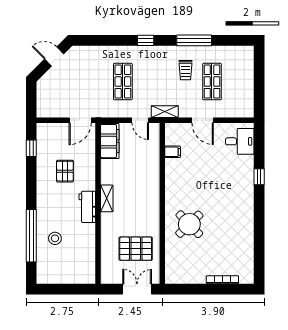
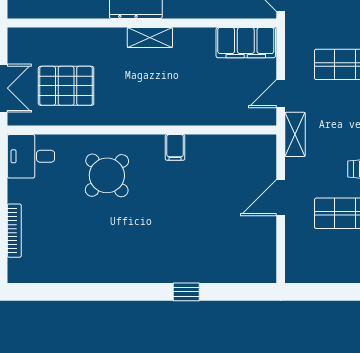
desk: (240, 141) -> (31, 156), moved, turned 90
filing cabinet: (173, 152) -> (175, 147), moved
pallet: (136, 249) -> (66, 86), turned 90

